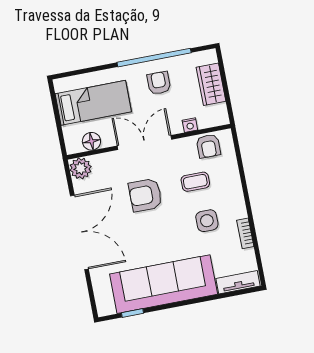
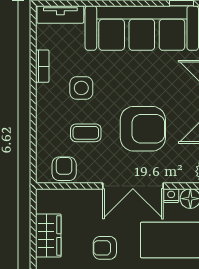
armchair: (159, 83) -> (105, 248), turned 90
nightstand: (190, 125) -> (171, 196), moved
armchair: (145, 195) -> (143, 129), width x1.36, depth x1.36

